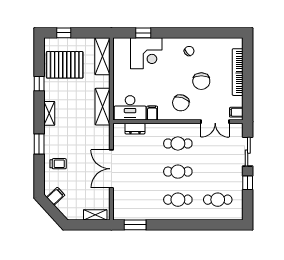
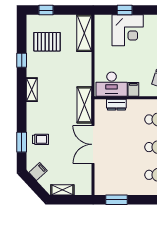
pallet: (65, 65) -> (47, 42), width x0.73, depth x0.71
shelving: (103, 107) -> (84, 105), moved
window: (39, 144) -> (22, 142), moved
shelving: (95, 215) -> (62, 190), moved

